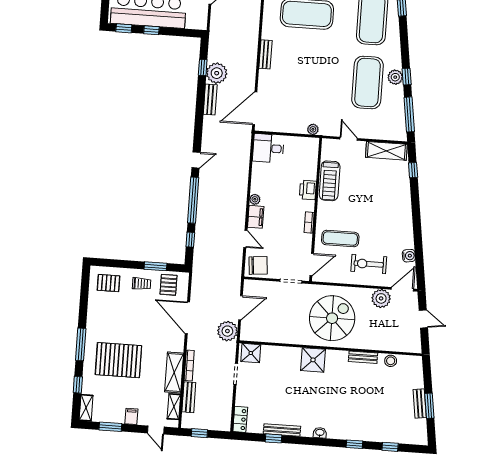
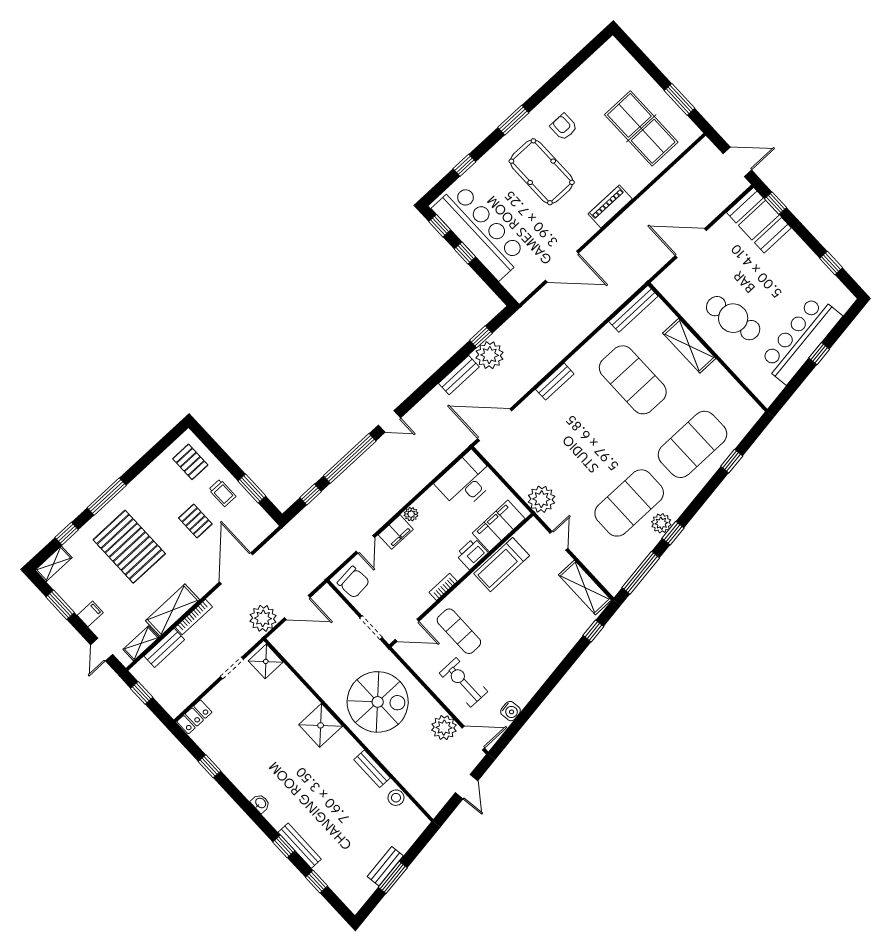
plant: (313, 129) -> (541, 499), width x1.88, depth x1.88
desk: (268, 148) -> (466, 481), width x1.37
filing cabinet: (308, 161) -> (499, 526), added
pallet: (168, 285) -> (195, 521), moved, turned 90
bench: (282, 430) -> (300, 846), moved

